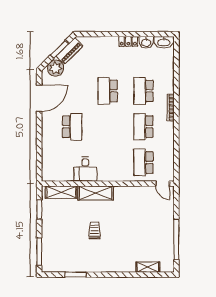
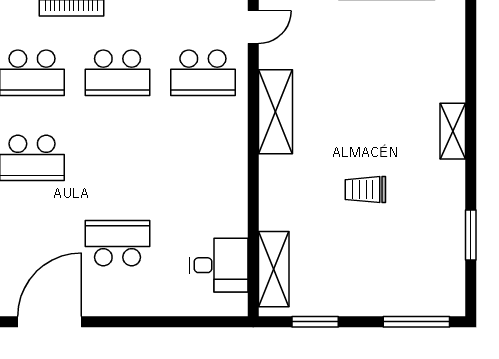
door: (39, 98) -> (50, 322), hinge flipped
desk: (85, 169) -> (219, 265), moved
shelving: (96, 193) -> (275, 112), moved
shelving: (148, 267) -> (453, 131), moved

